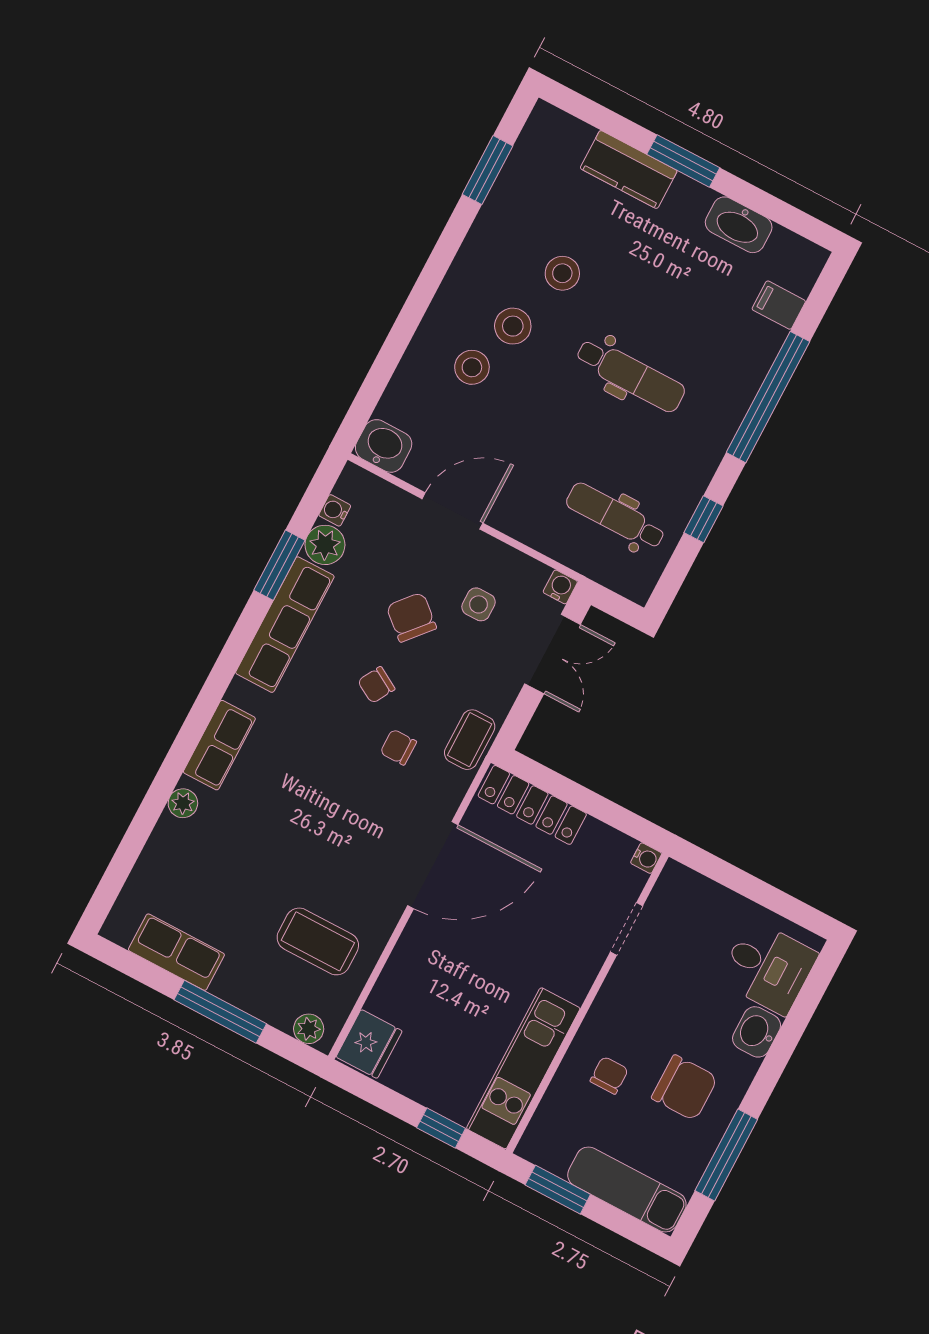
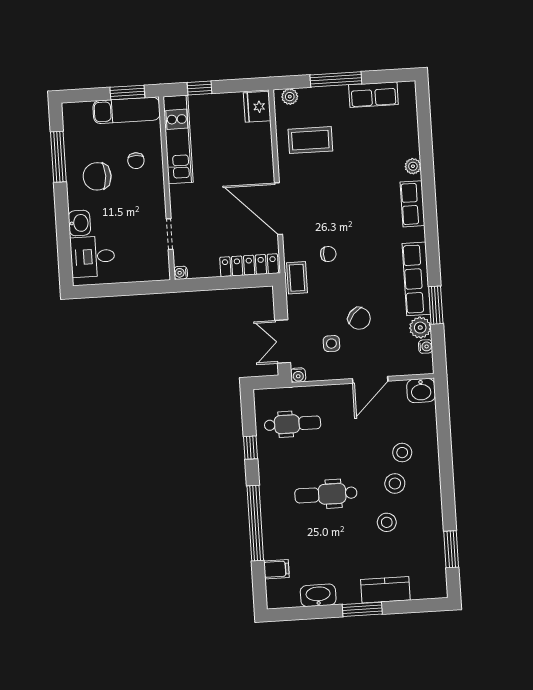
chair: (376, 685) -> (356, 277), removed
door: (433, 865) -> (278, 209), hinge flipped
exam couch: (627, 1189) -> (126, 110), moved

